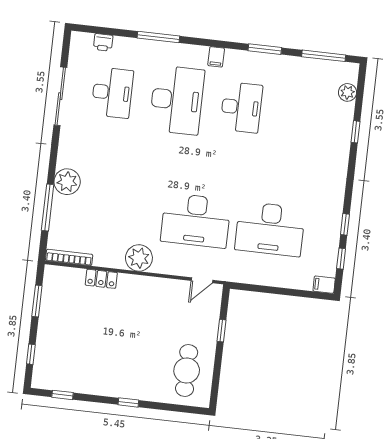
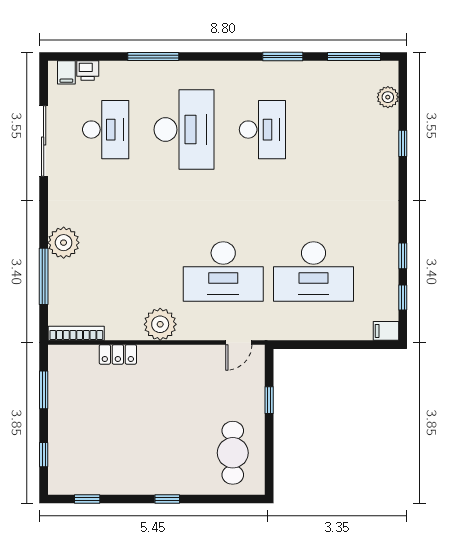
filing cabinet: (216, 57) -> (66, 72), moved

